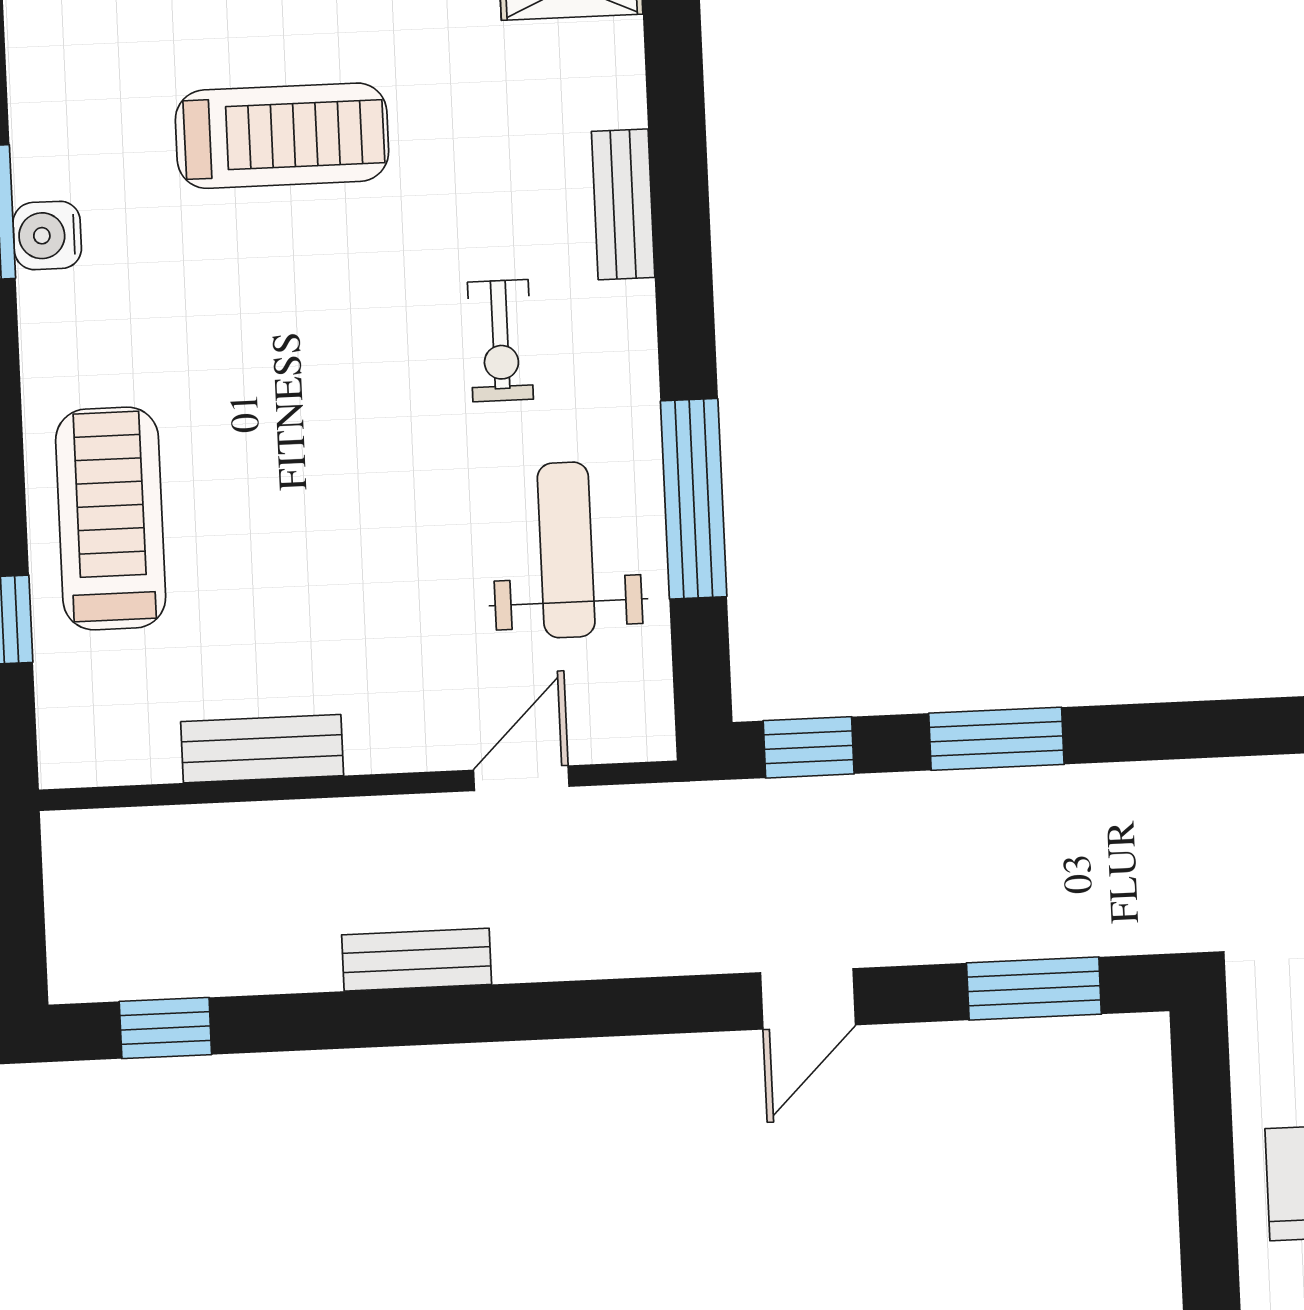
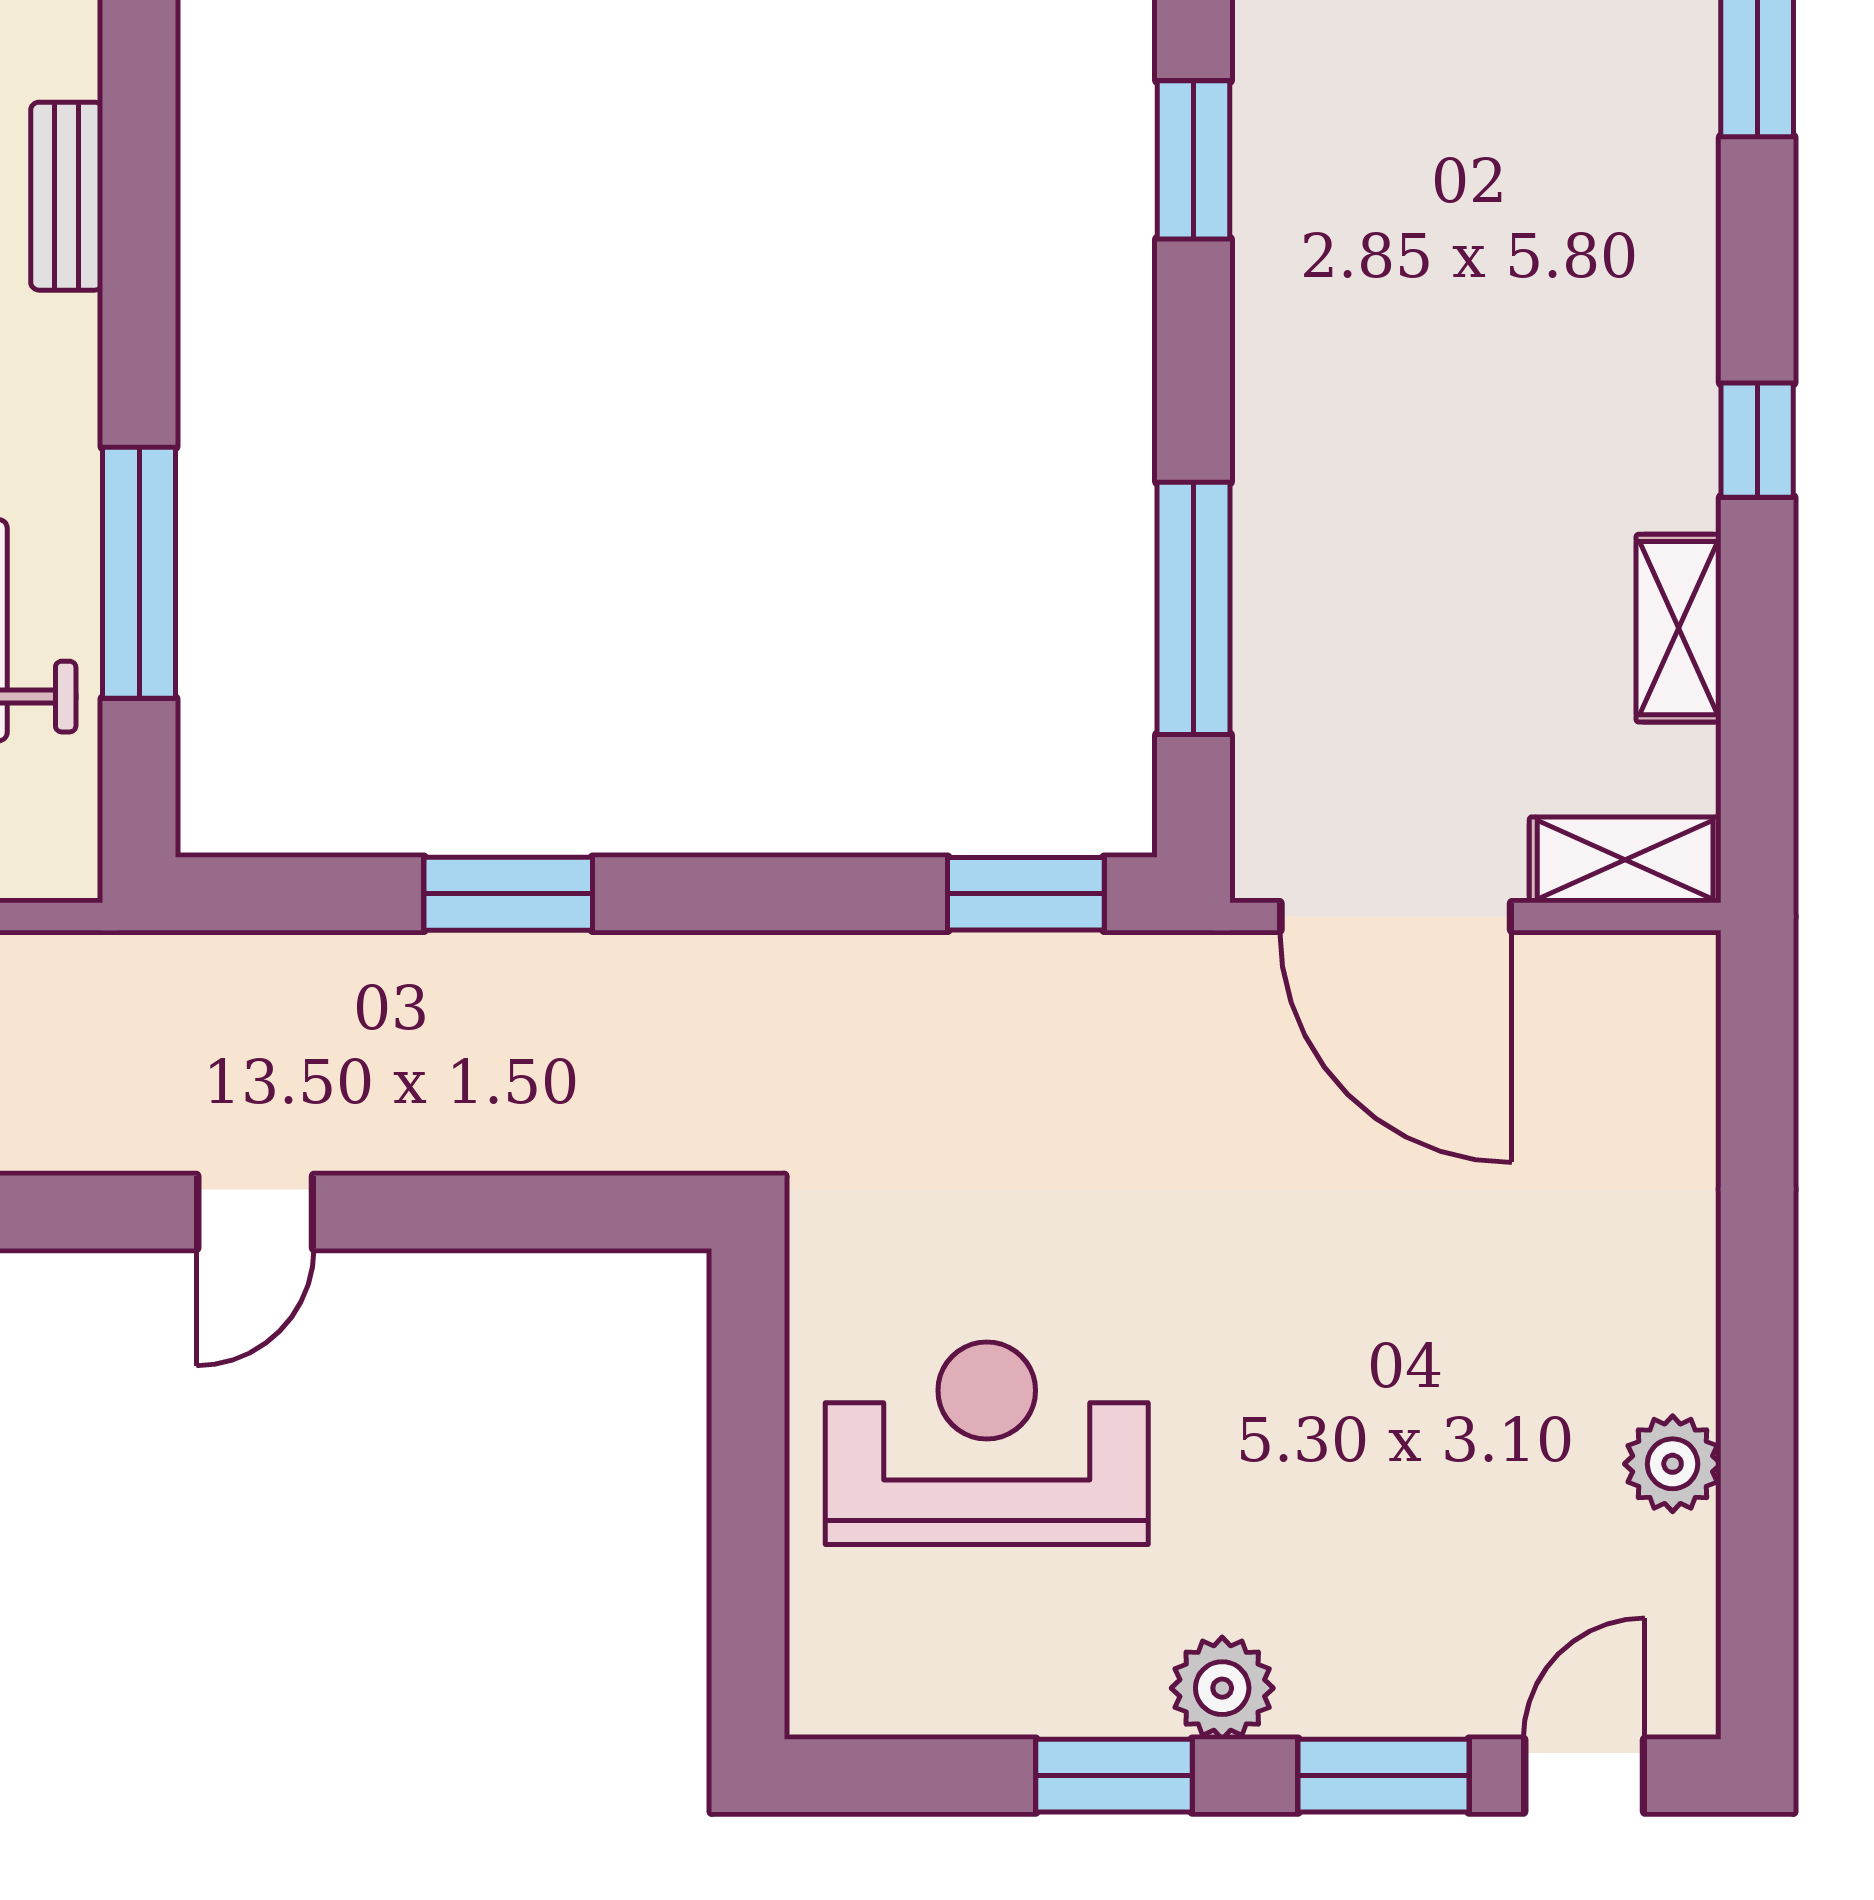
window: (809, 747) -> (270, 894), removed
window: (1034, 989) -> (541, 1212), removed

